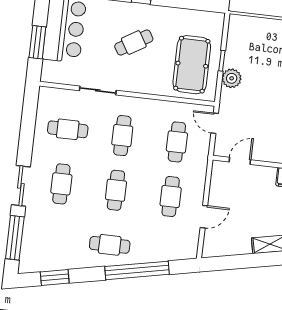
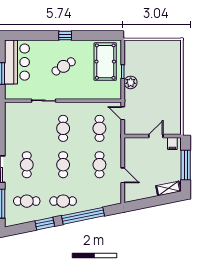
pool table: (192, 65) -> (105, 62), moved
cafe table: (68, 129) -> (27, 201), moved
door: (240, 161) -> (156, 136), moved
door: (204, 217) -> (123, 175), hinge flipped
window: (55, 277) -> (45, 224), moved

